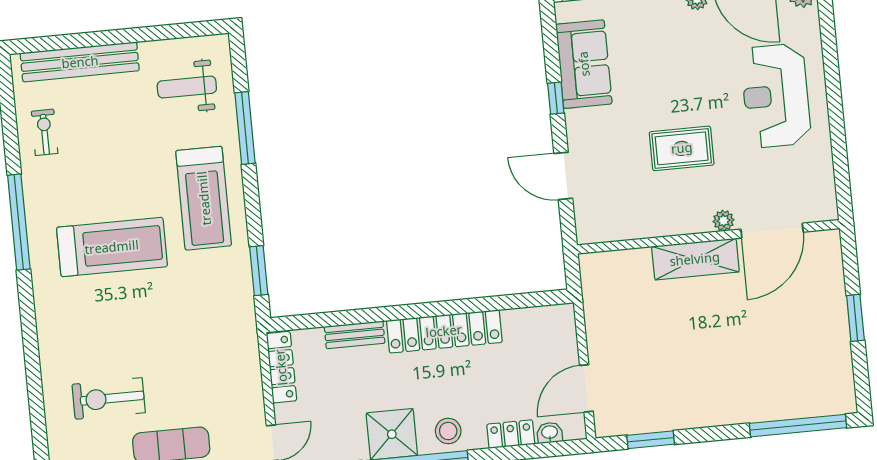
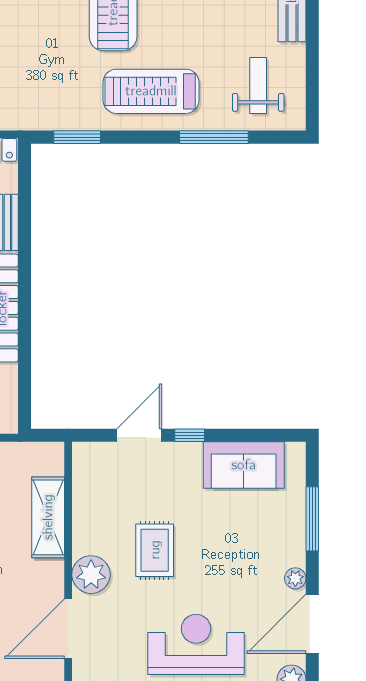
window: (556, 98) -> (190, 435), moved
plant: (724, 221) -> (91, 575), width x1.87, depth x1.87
door: (772, 231) -> (68, 629), hinge flipped
shelving: (695, 259) -> (48, 517), moved

